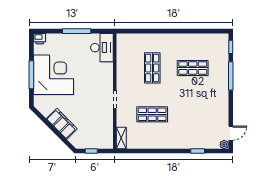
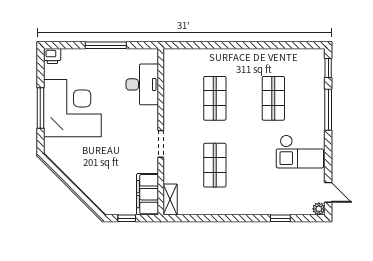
desk: (102, 48) -> (142, 84), moved
shop shelf: (193, 68) -> (273, 98), turned 90
checkout: (211, 105) -> (300, 152), added
shop shelf: (152, 114) -> (215, 165), turned 90
filing cabinet: (62, 124) -> (148, 194), moved, turned -135
door: (231, 133) -> (328, 192), hinge flipped

